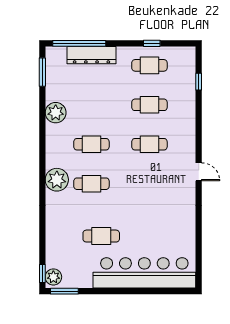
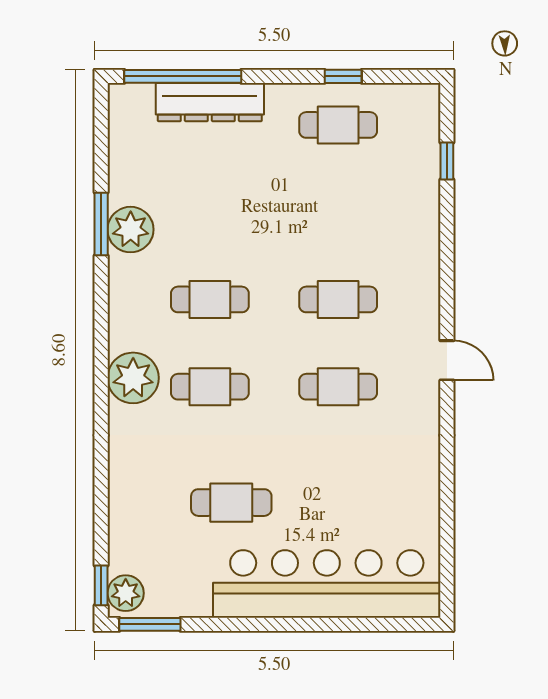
window: (42, 72) -> (101, 224), moved
cafe table: (149, 105) -> (338, 387), moved

